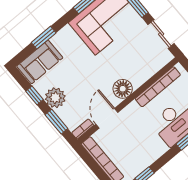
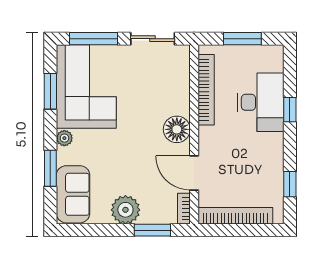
plant: (66, 32) -> (64, 138), added
window: (34, 95) -> (104, 230), removed

